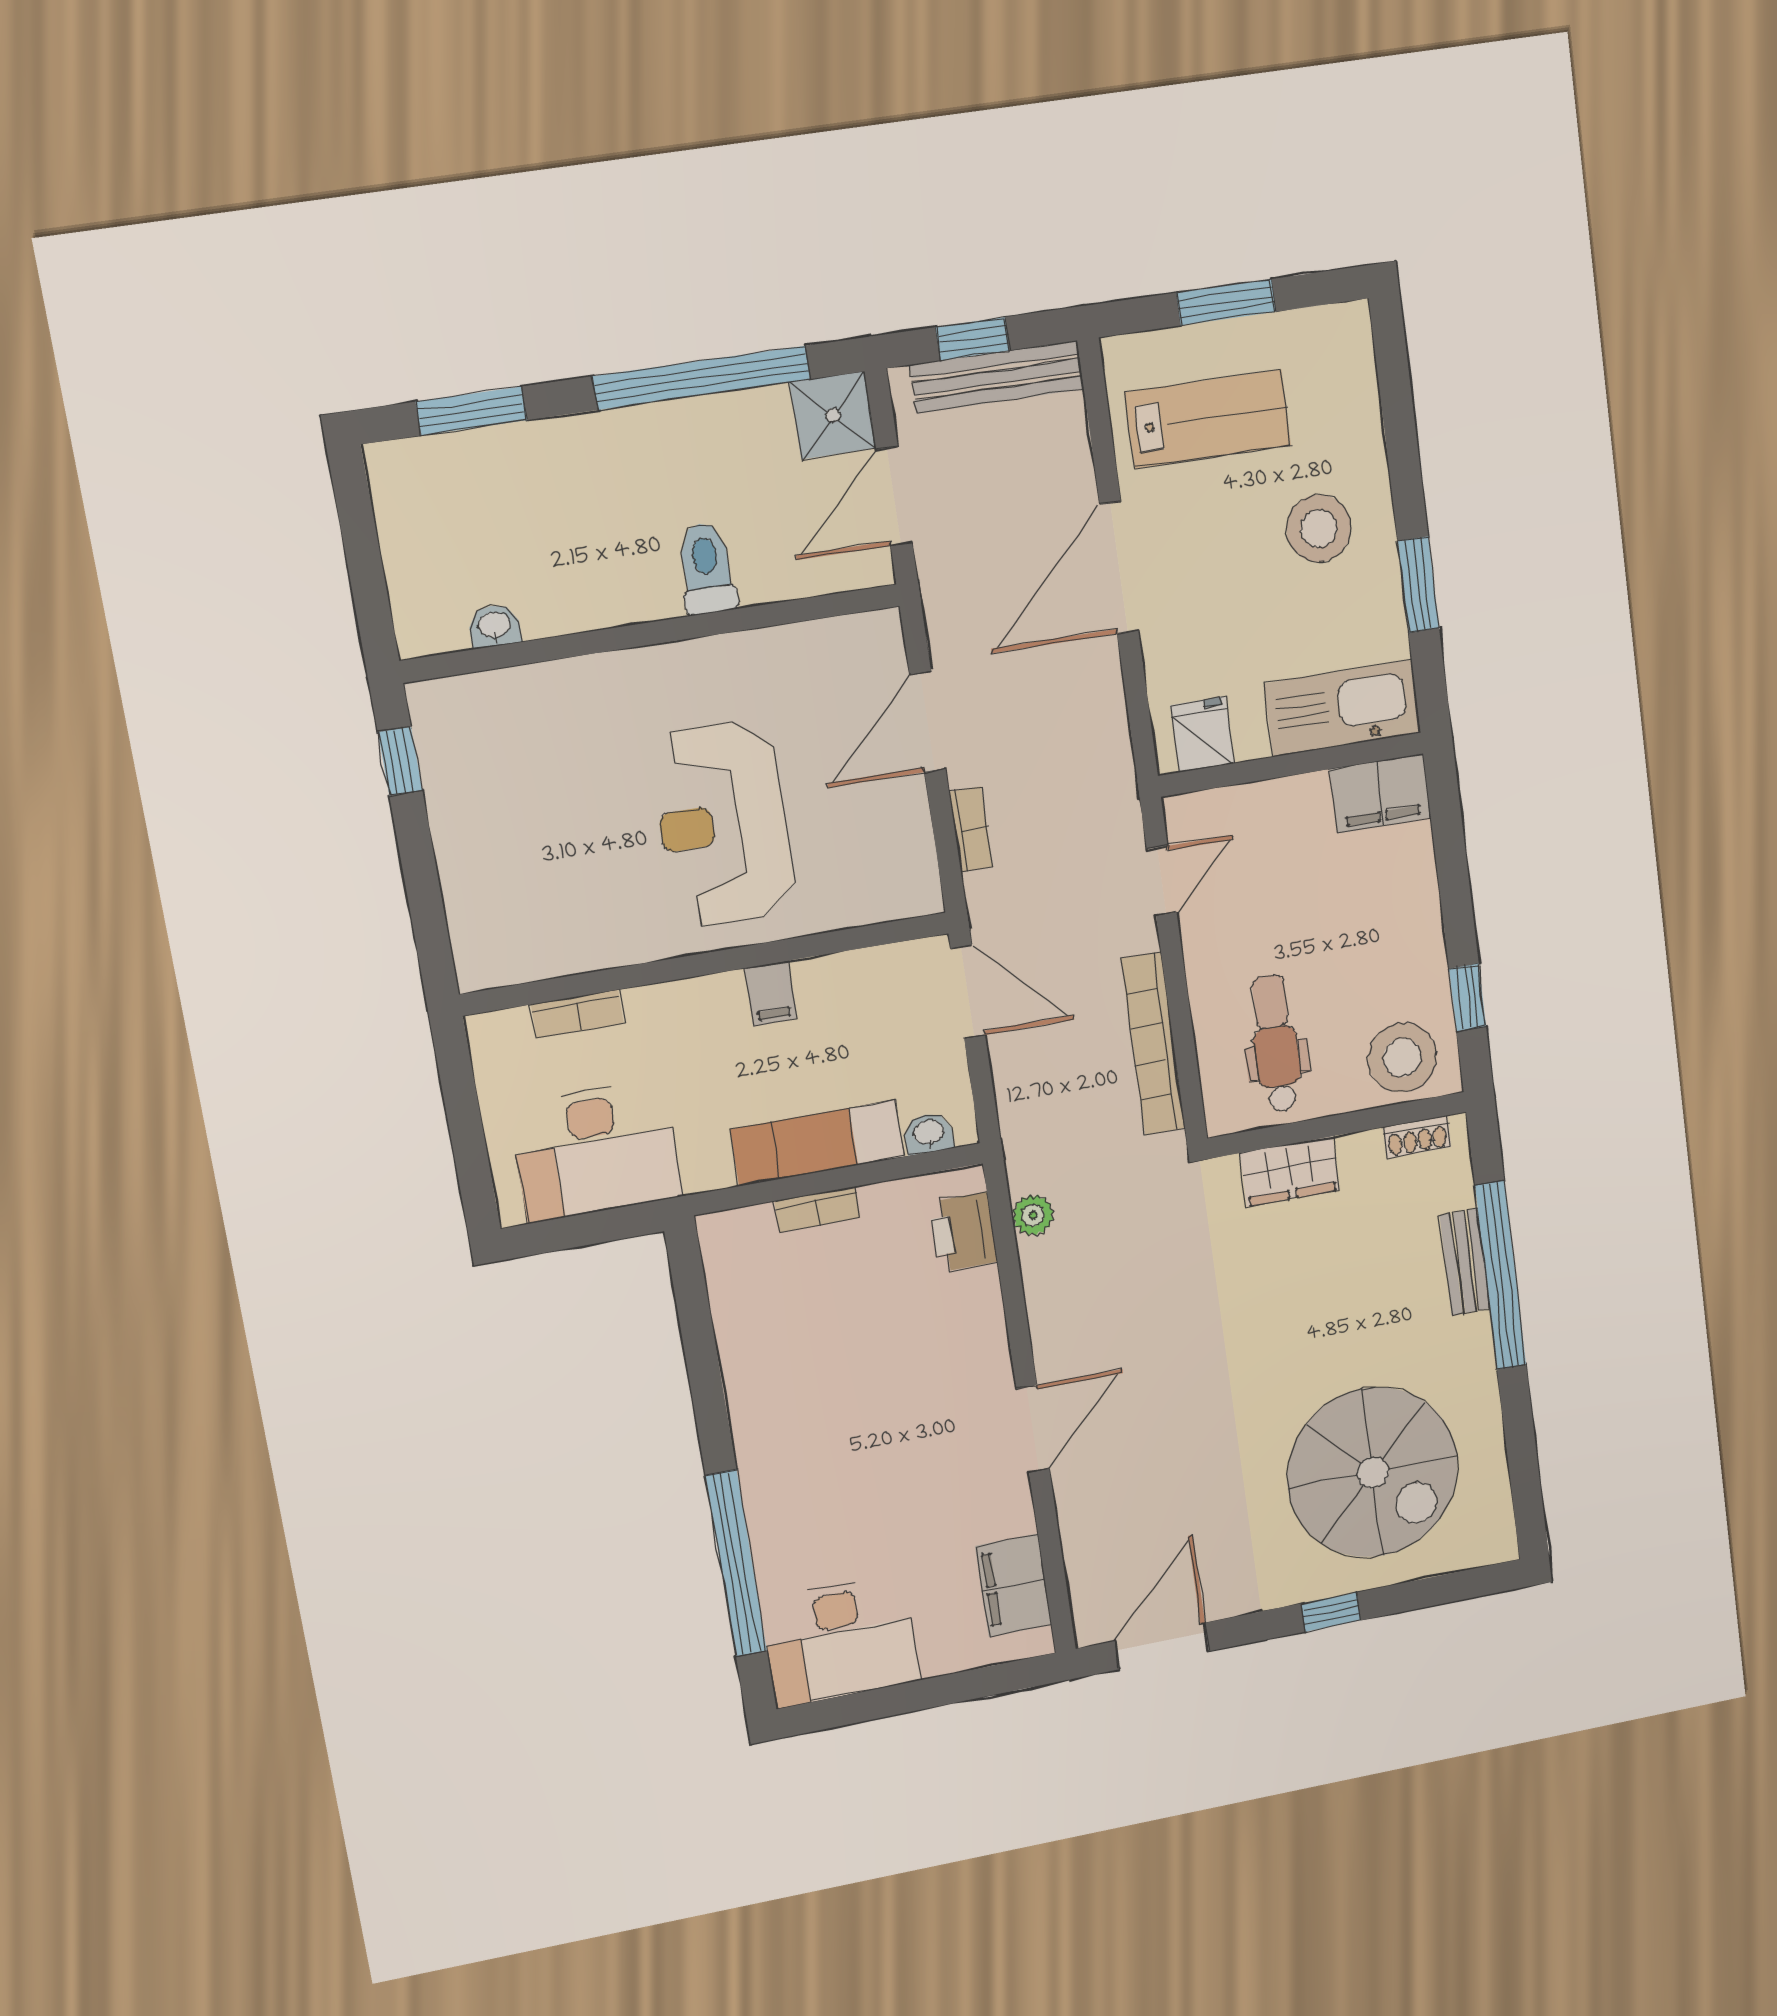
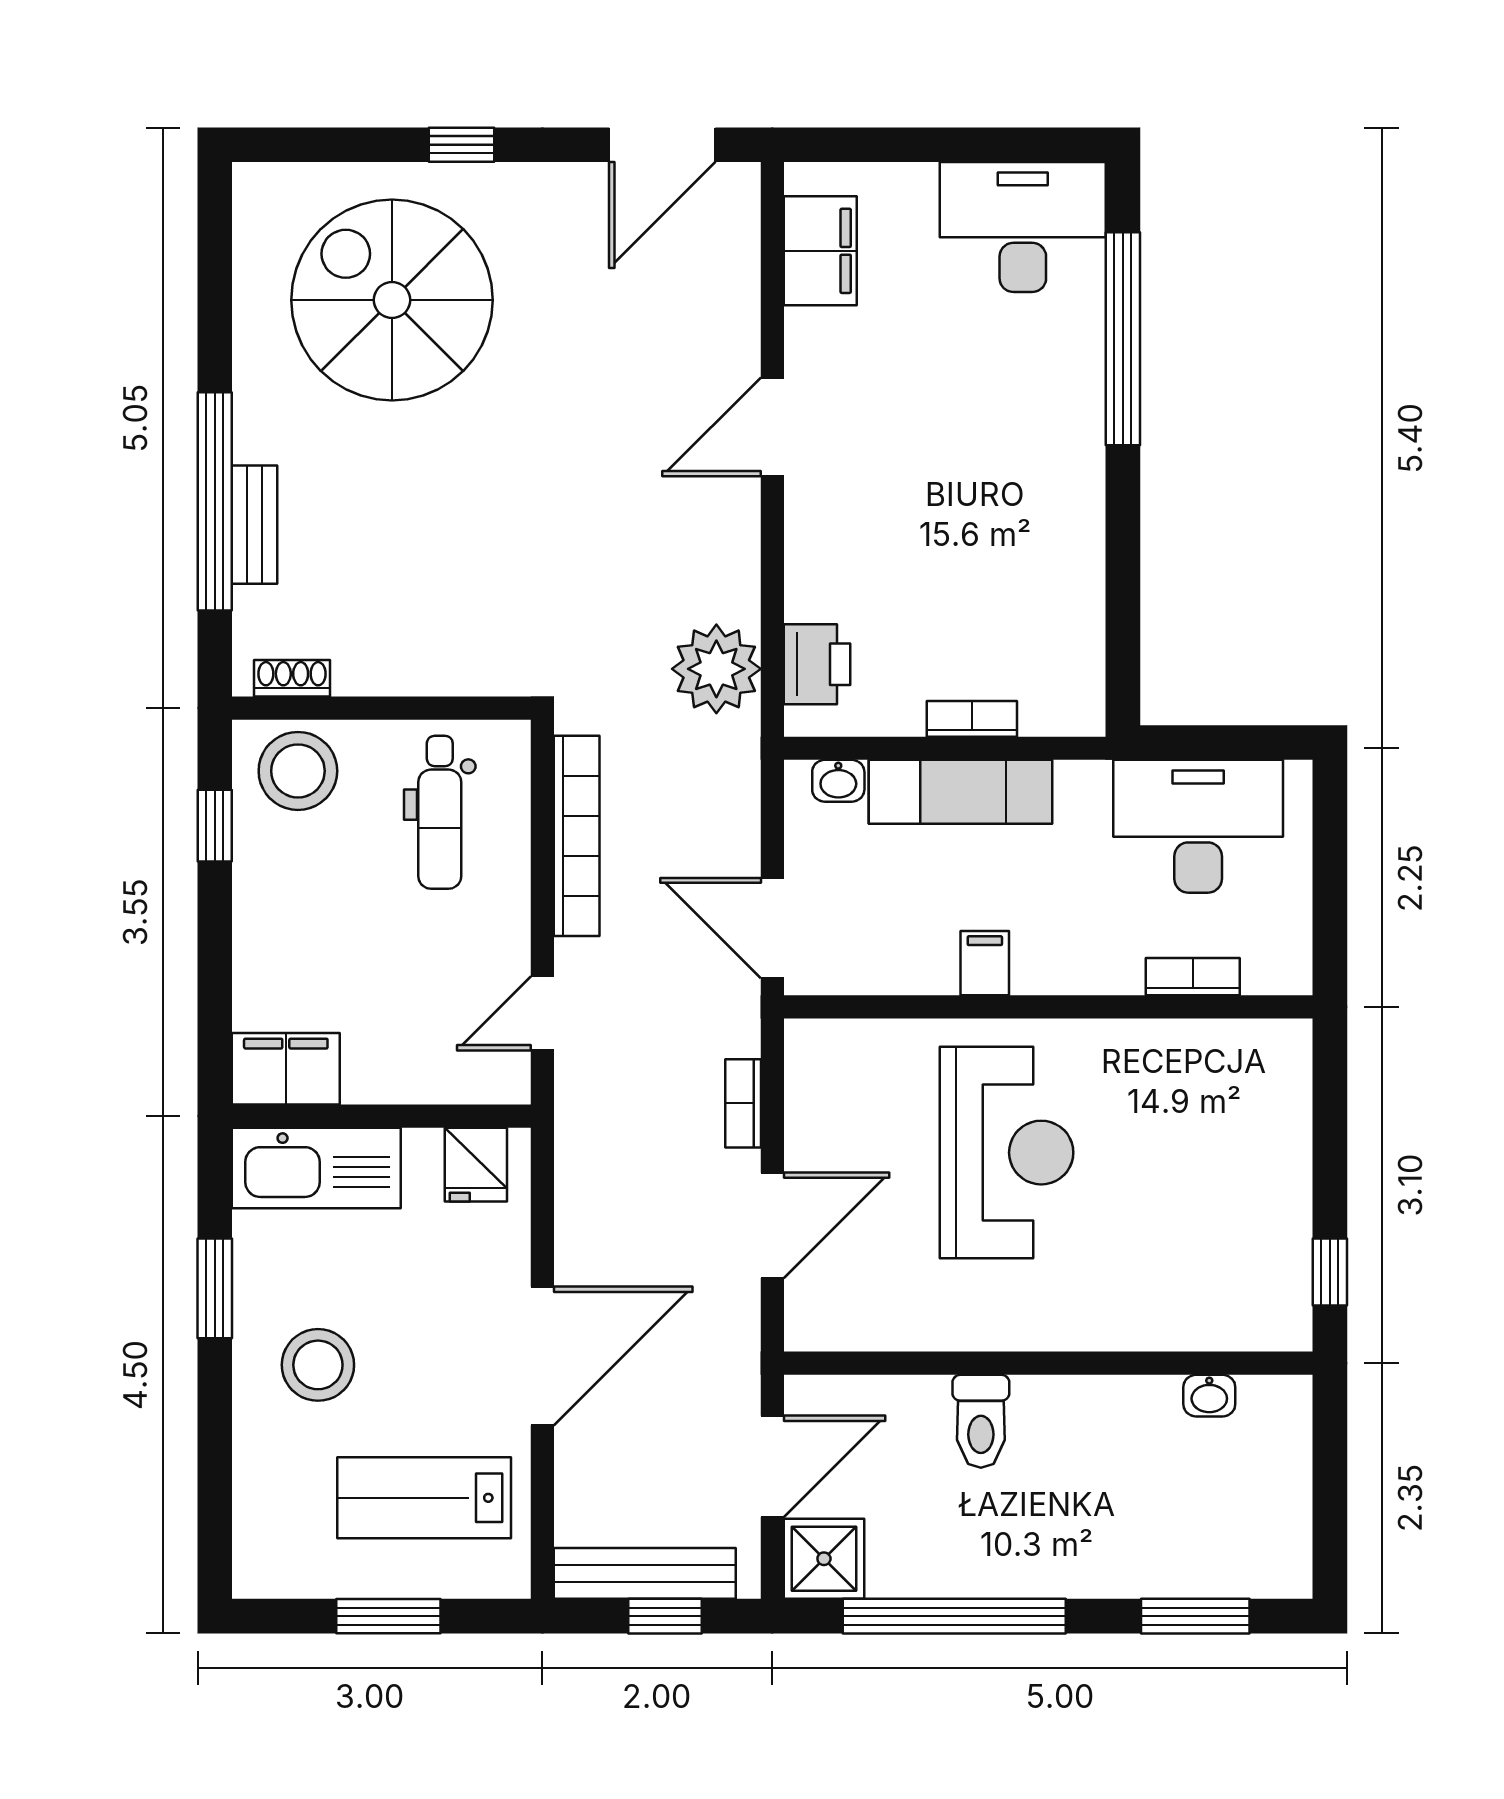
wardrobe: (1290, 1171) -> (442, 665), removed
plant: (1033, 1215) -> (716, 669), width x1.88, depth x1.88

